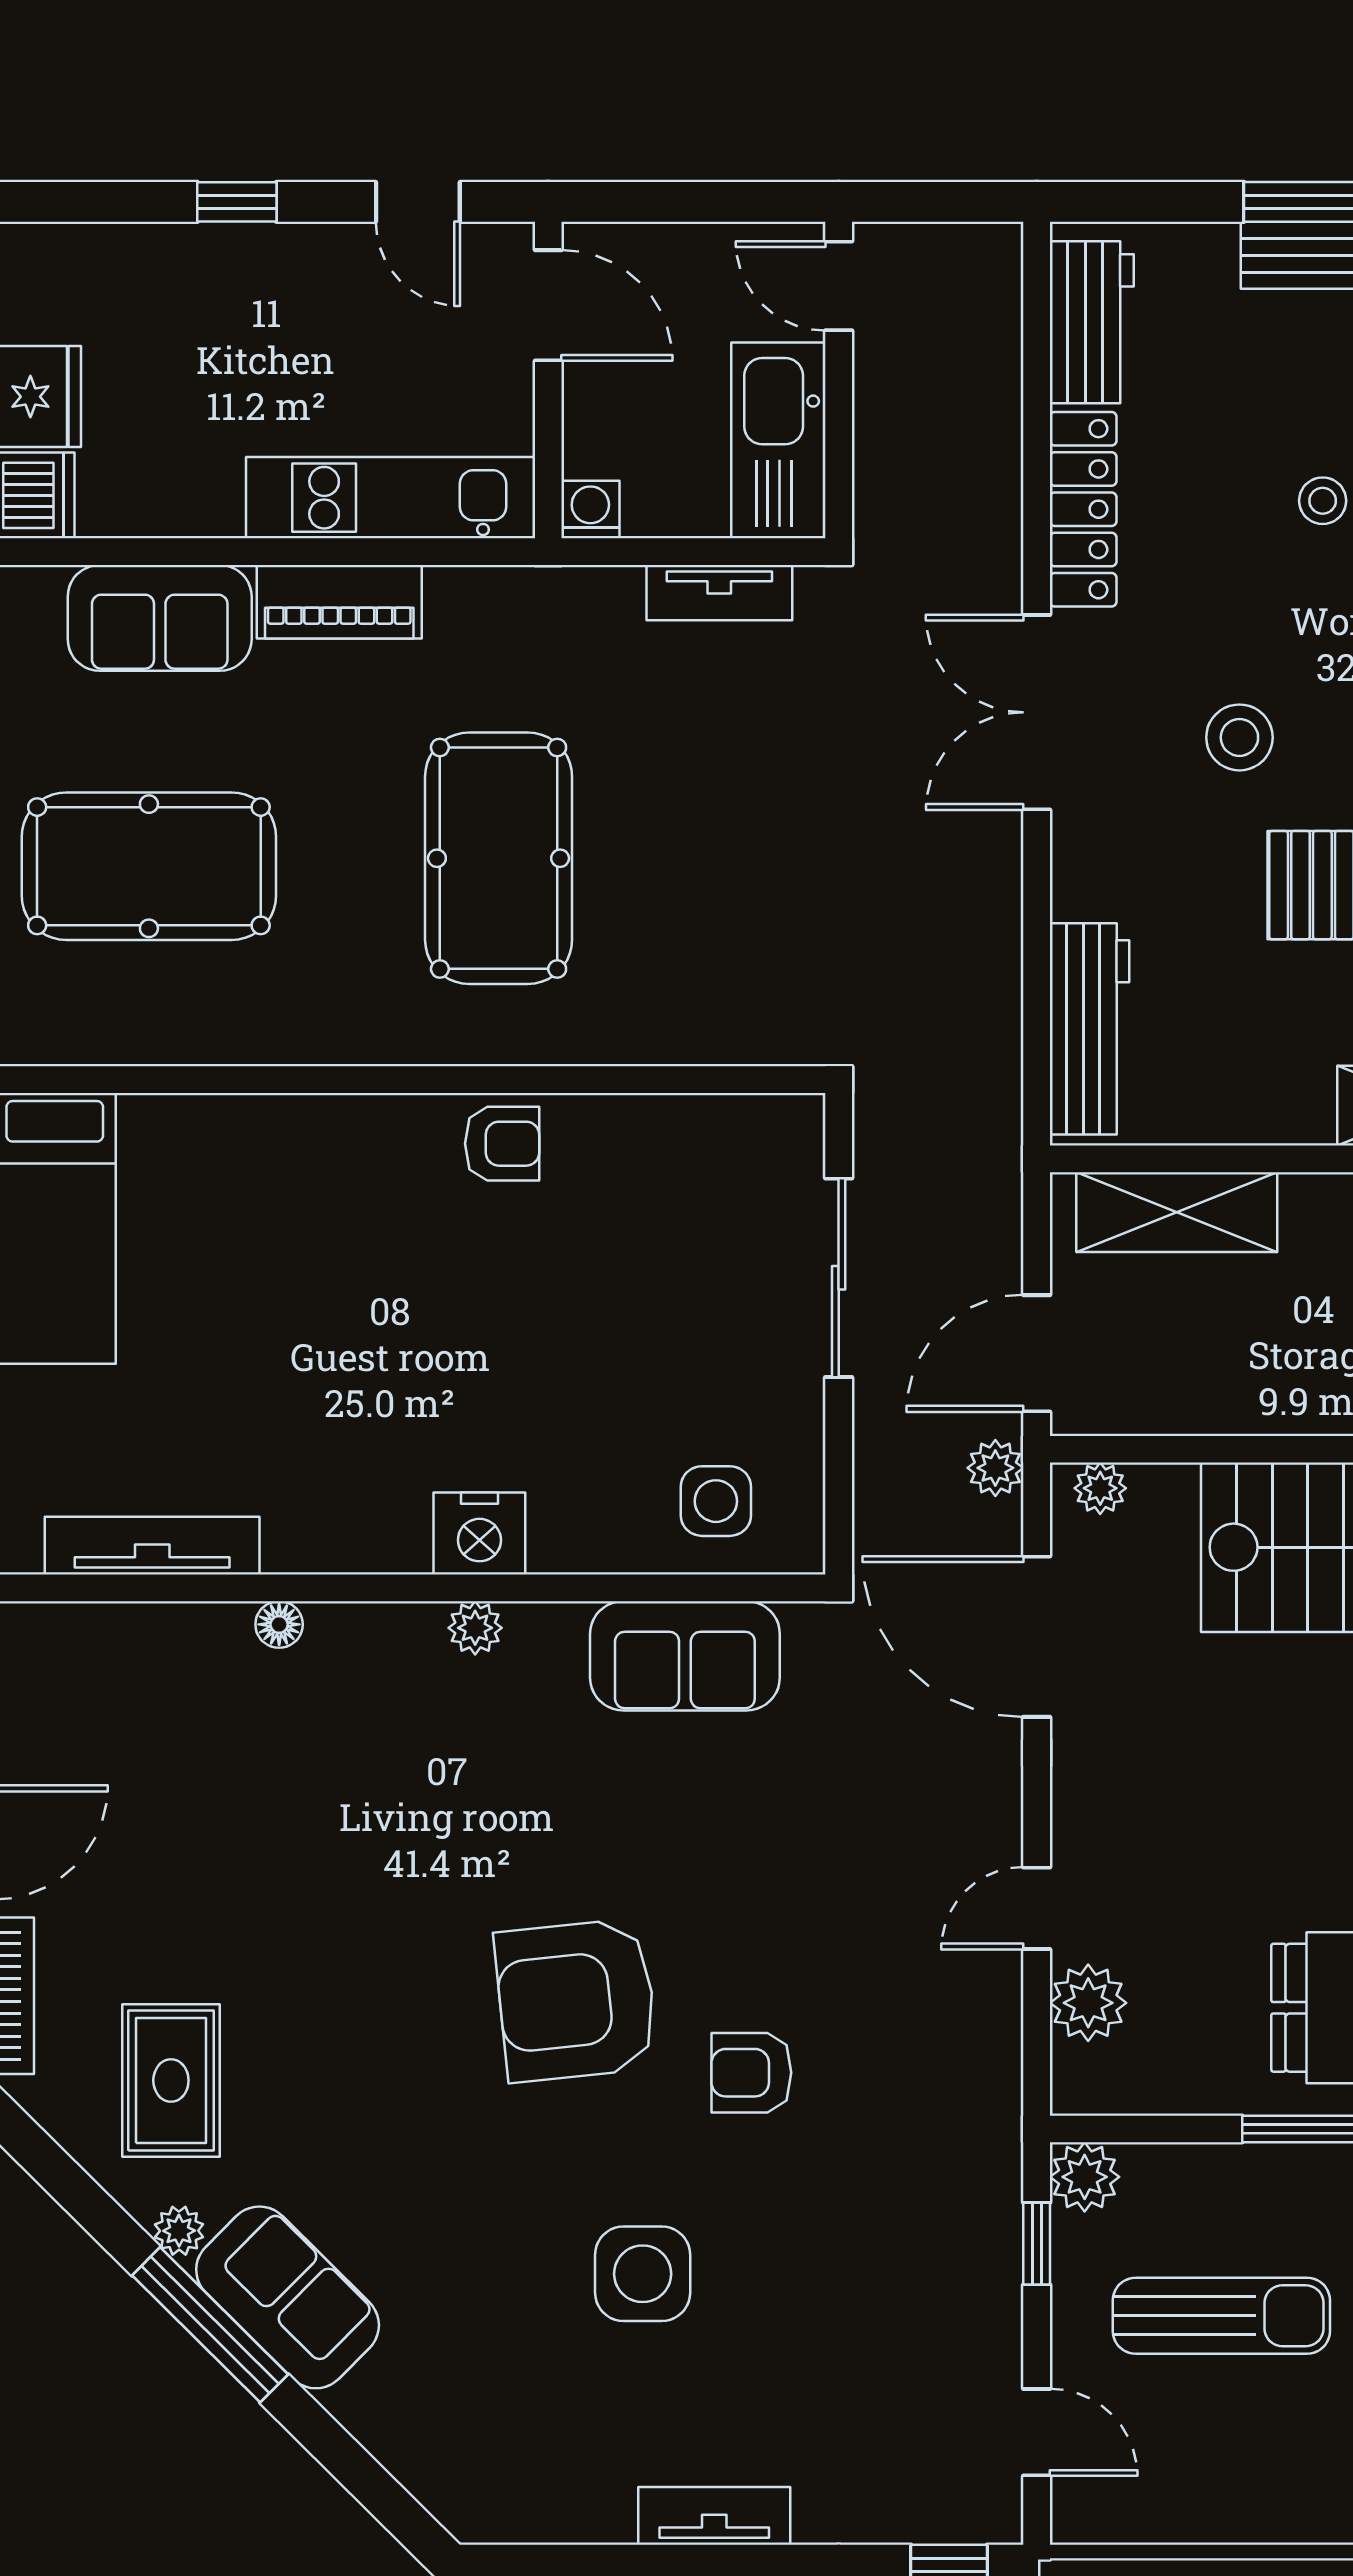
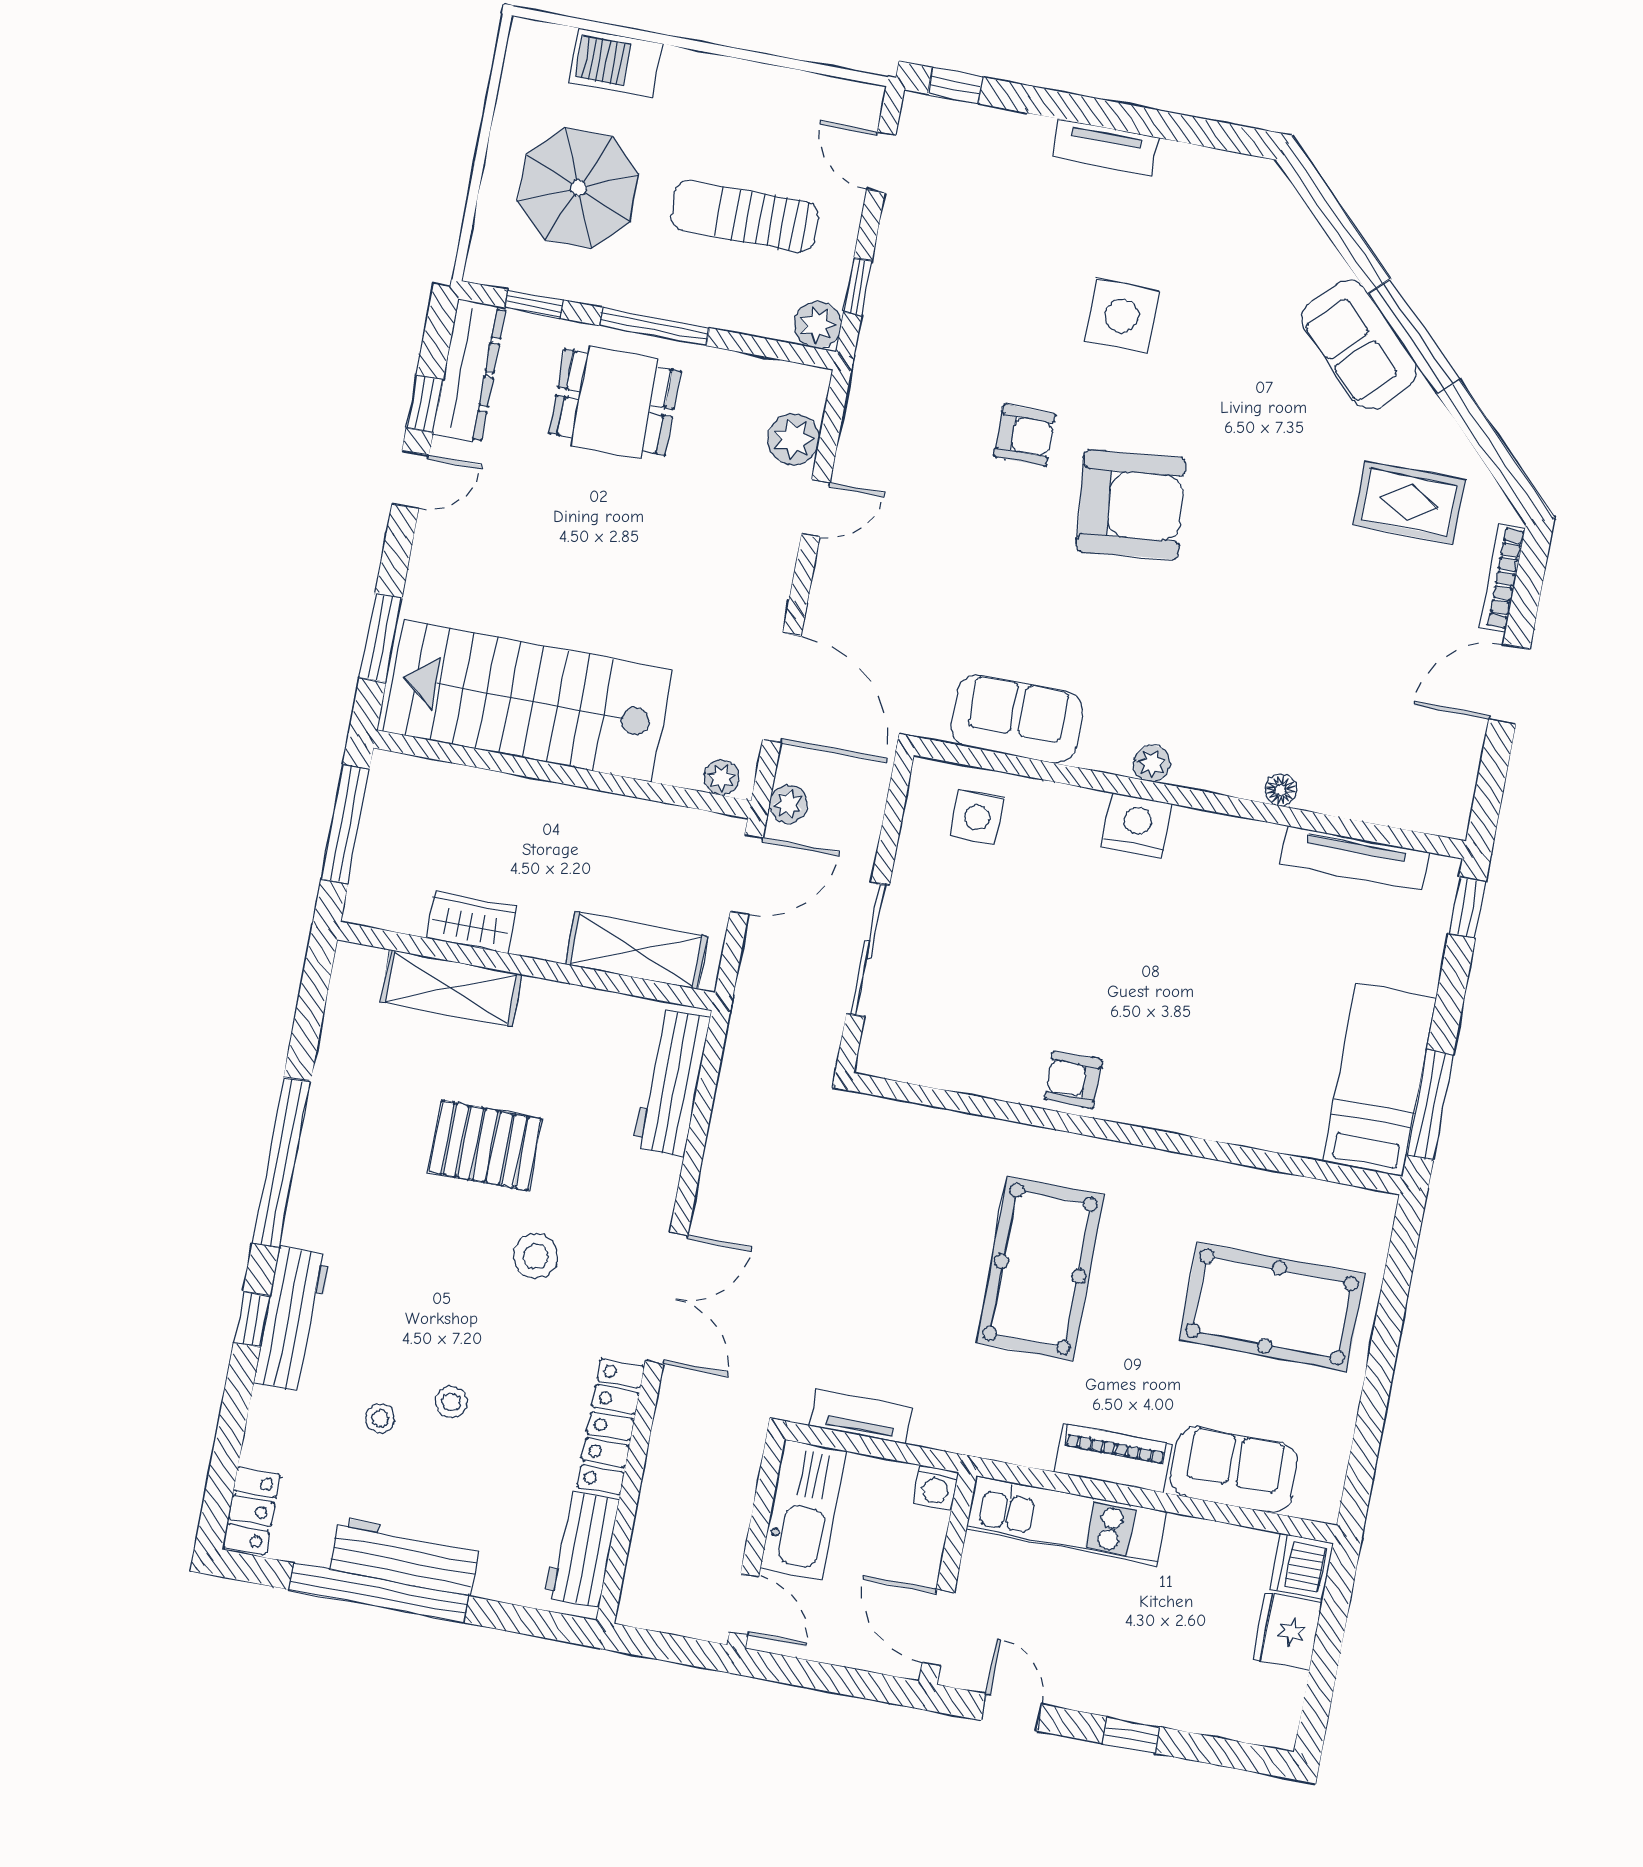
rug: (171, 2080) -> (1409, 502), turned 90
plant: (179, 2231) -> (1422, 402), removed

